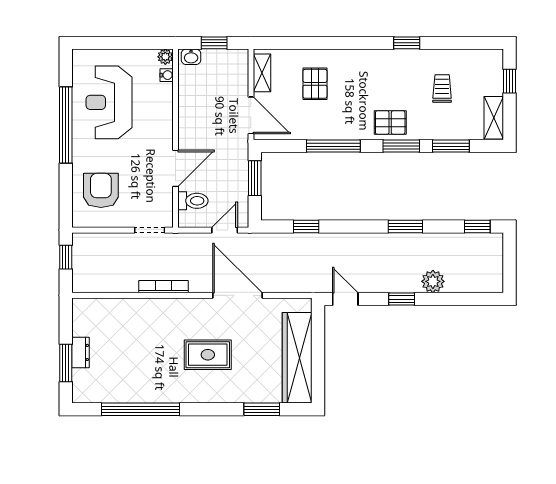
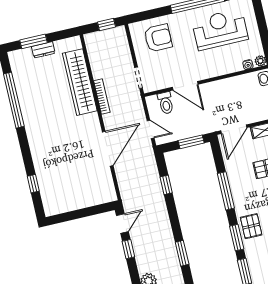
window: (402, 299) -> (128, 249), moved
rug: (208, 355) -> (62, 138), removed
wardrobe: (297, 358) -> (80, 82), moved, turned -90
window: (262, 409) -> (33, 184), width x0.67

